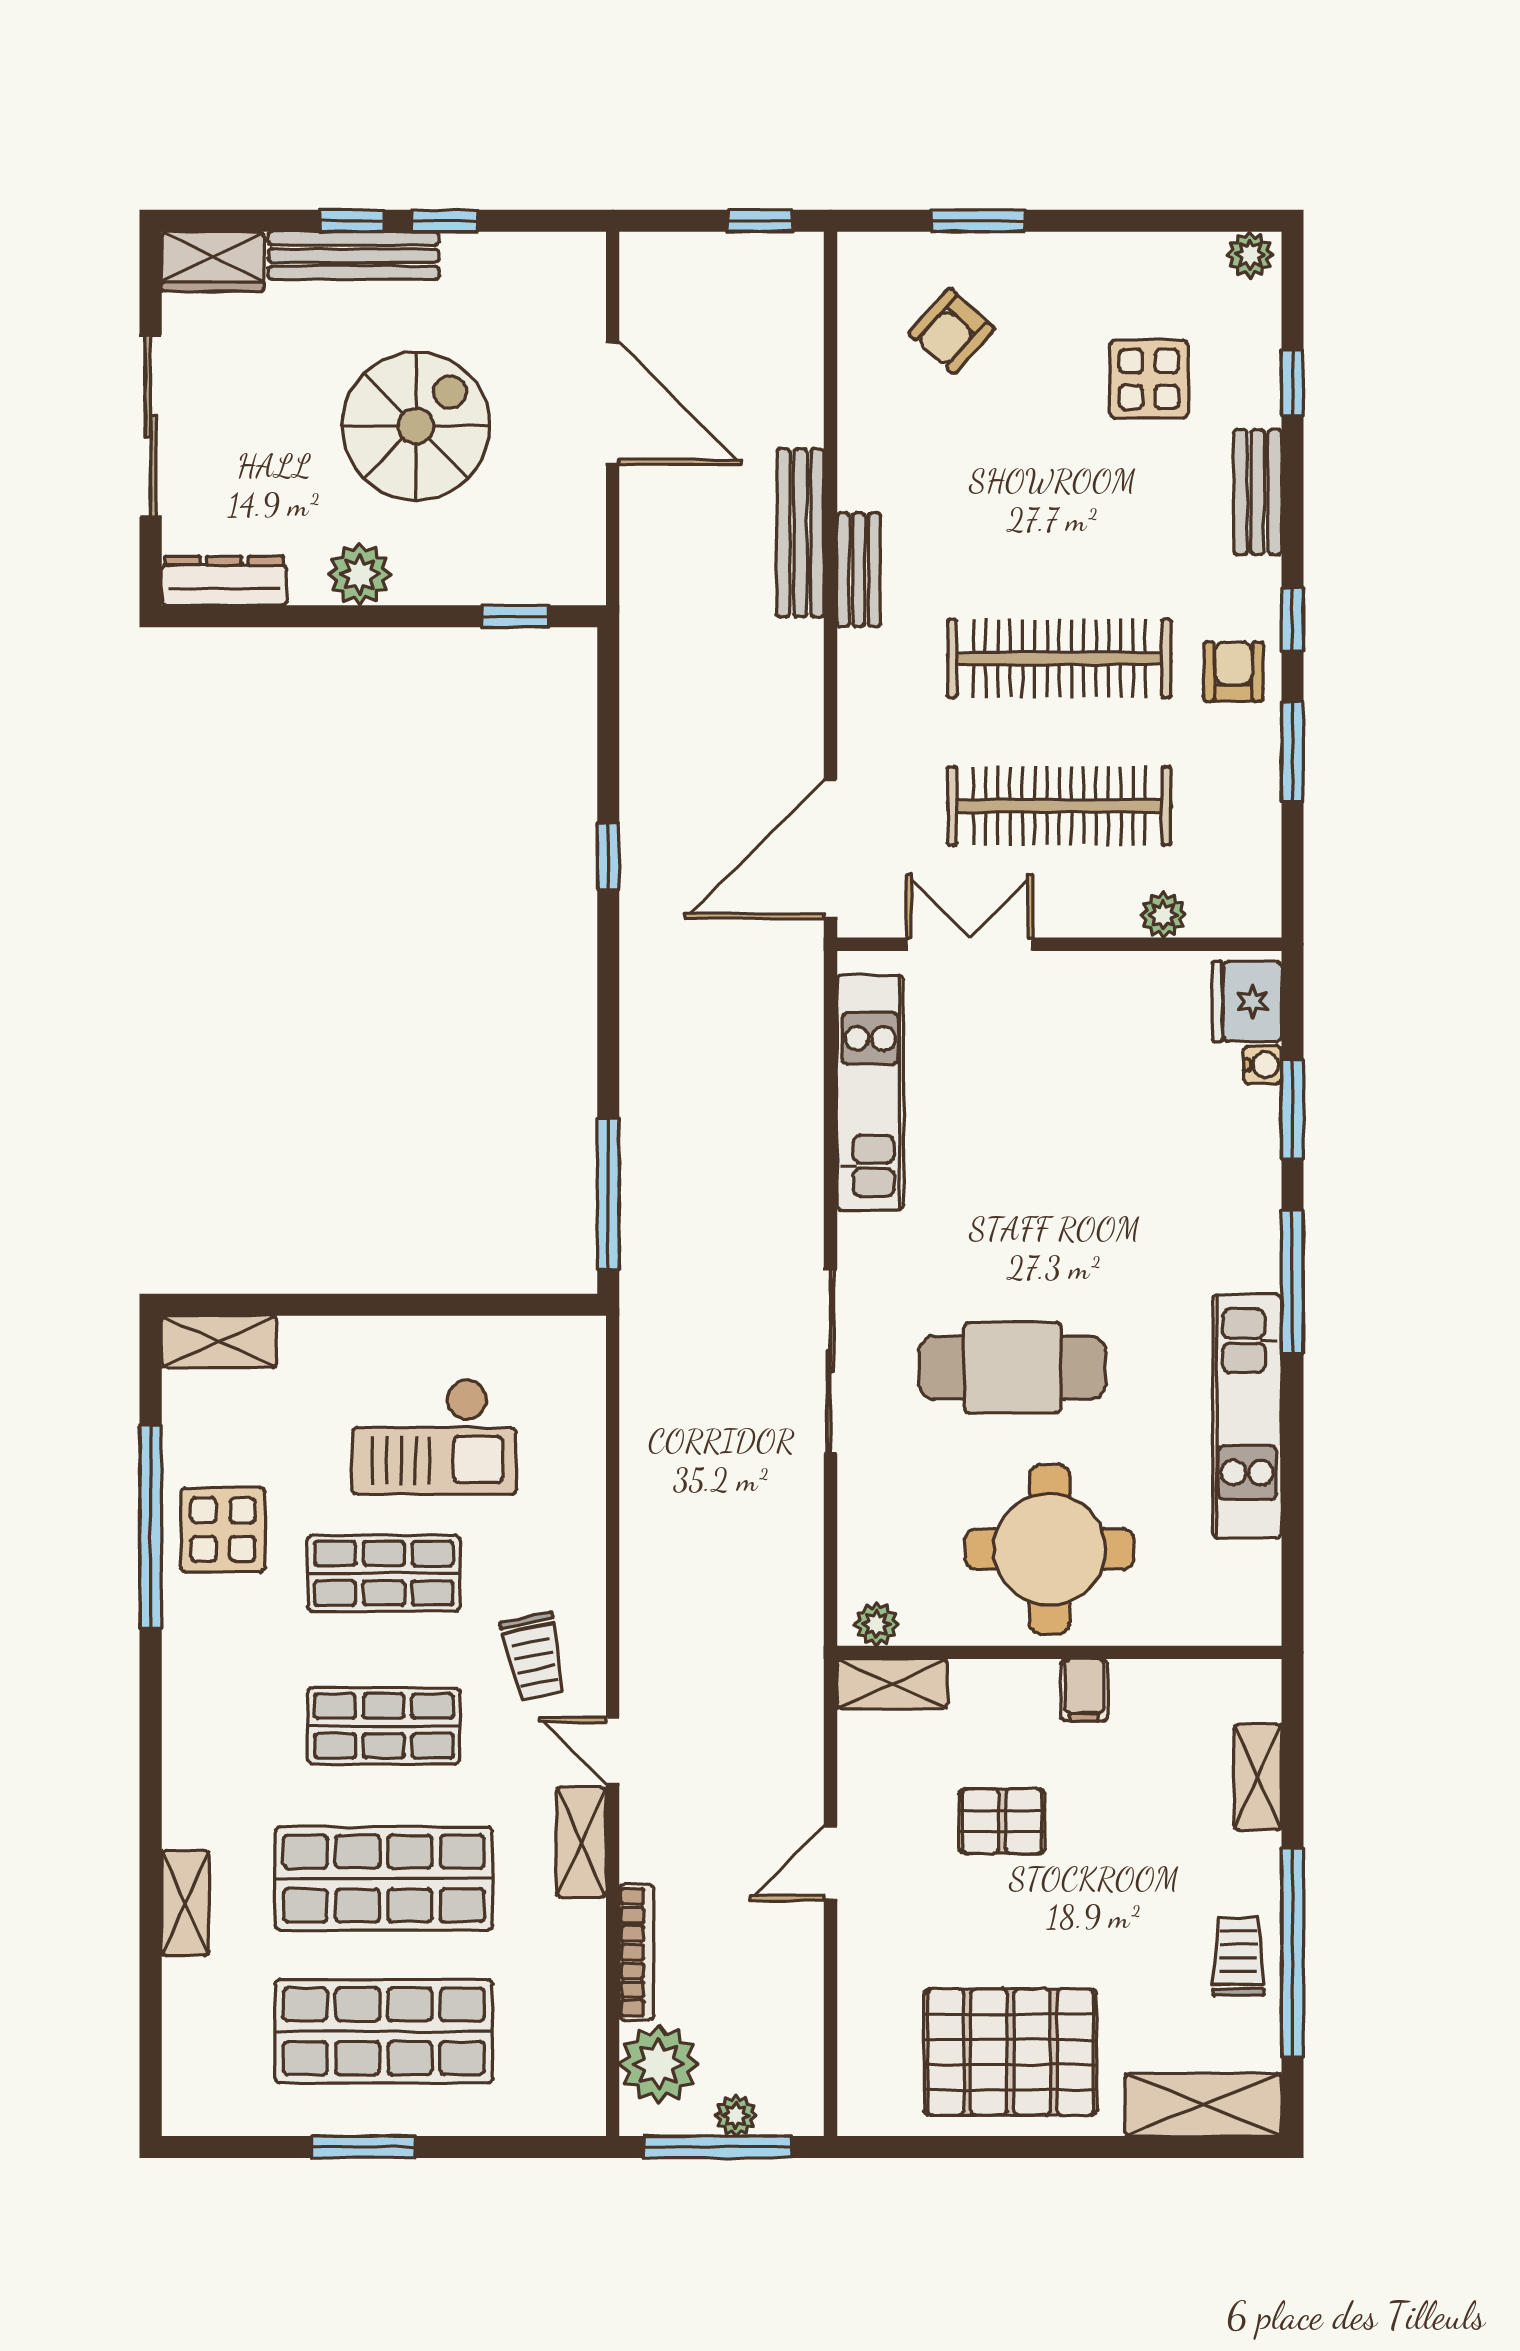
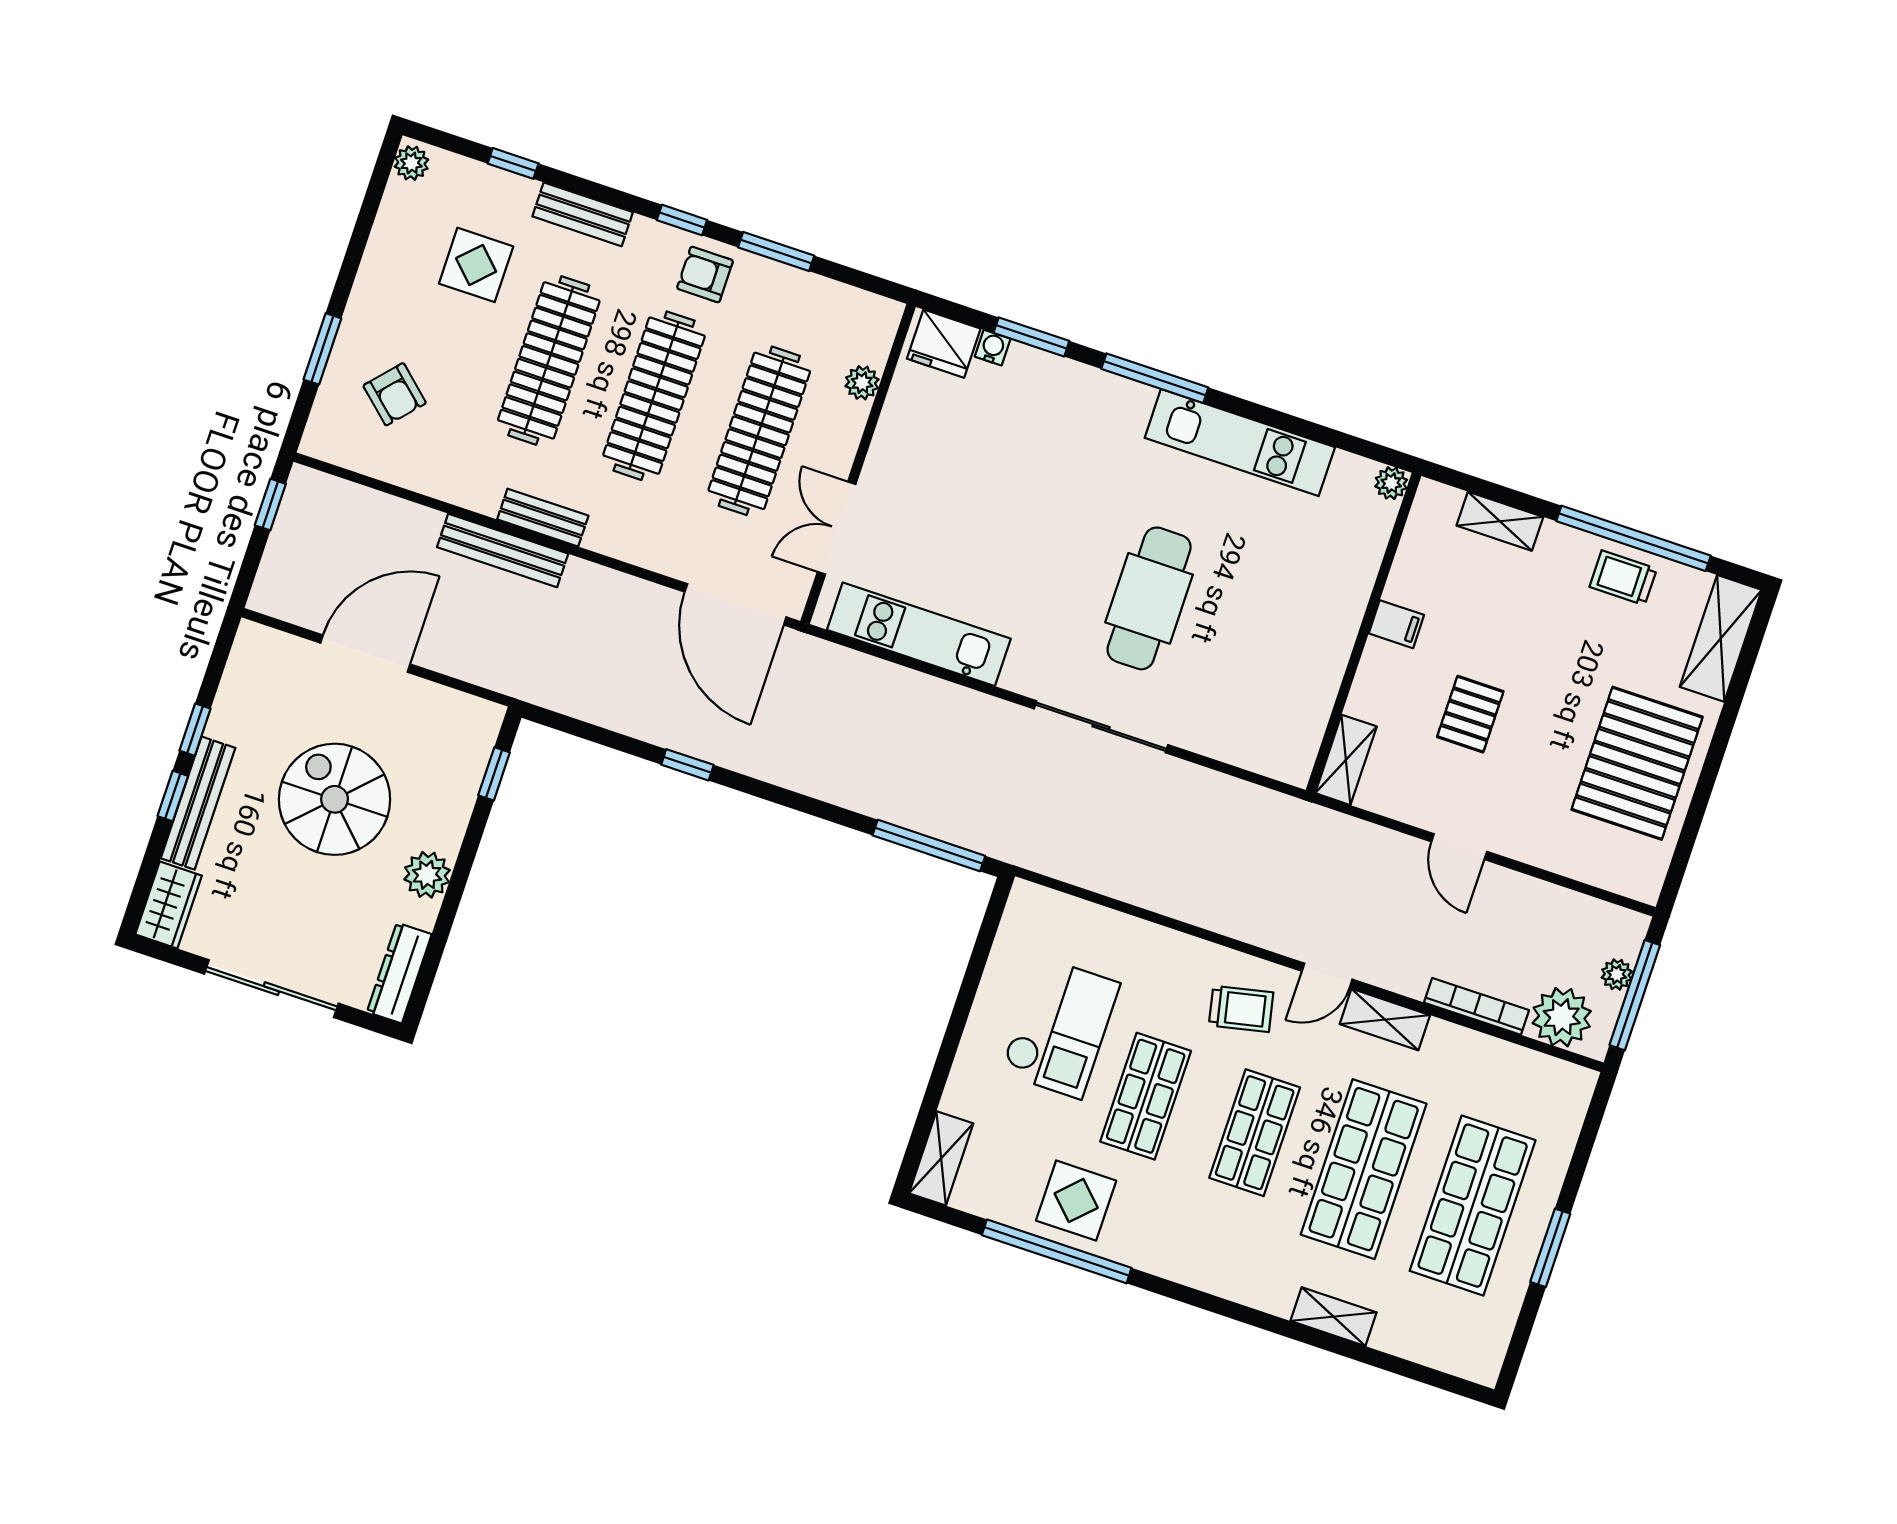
clothes rail: (1059, 511) -> (549, 360), added
round table: (1049, 1549) -> (1287, 615), removed
plant: (876, 1624) -> (1391, 483), moved

